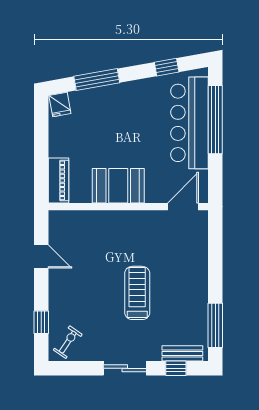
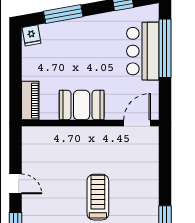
bar counter: (190, 123) -> (143, 51), width x0.73
door: (41, 256) -> (15, 184), moved

